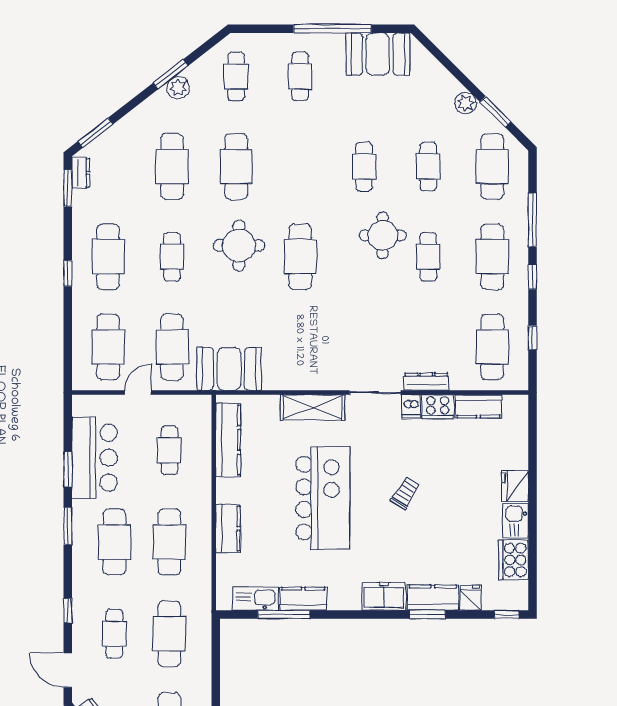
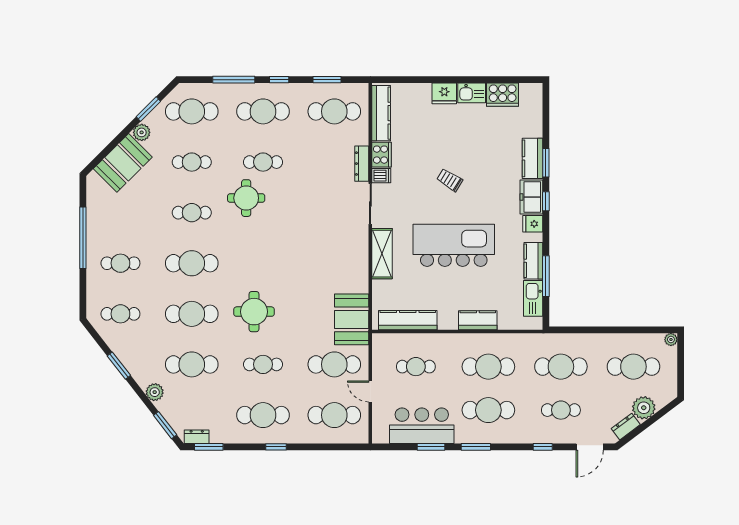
booth: (378, 54) -> (123, 163), moved, turned 45
plant: (178, 88) -> (155, 392), moved
cafe table: (300, 257) -> (192, 263), moved
window: (532, 338) -> (327, 80), width x1.50
kitchen counter: (478, 406) -> (381, 113), width x1.50
fridge: (471, 598) -> (533, 224), moved
window: (507, 615) -> (546, 201), moved

